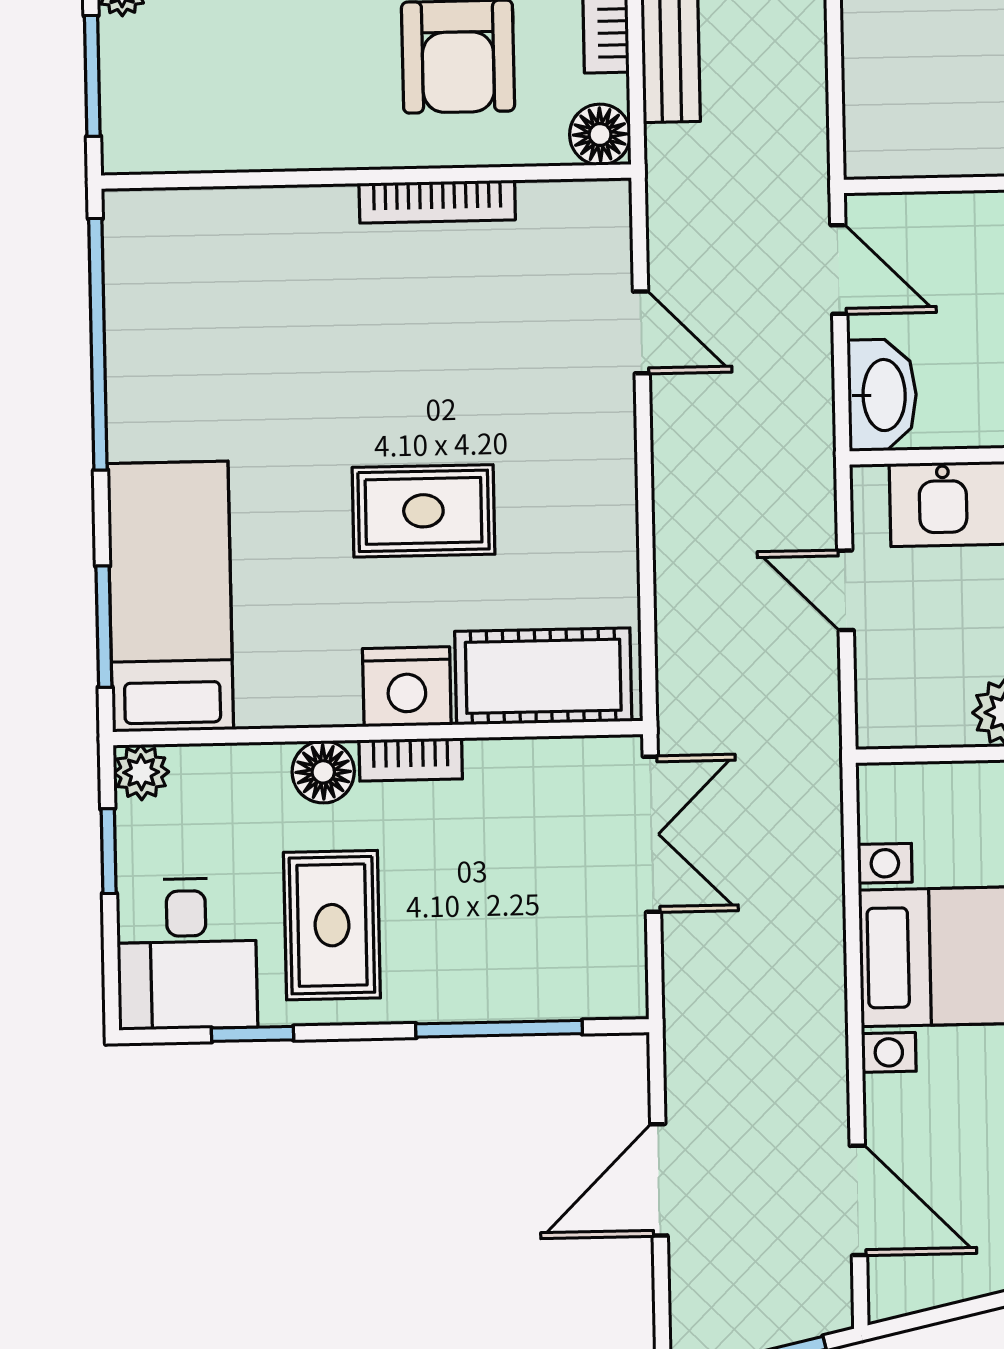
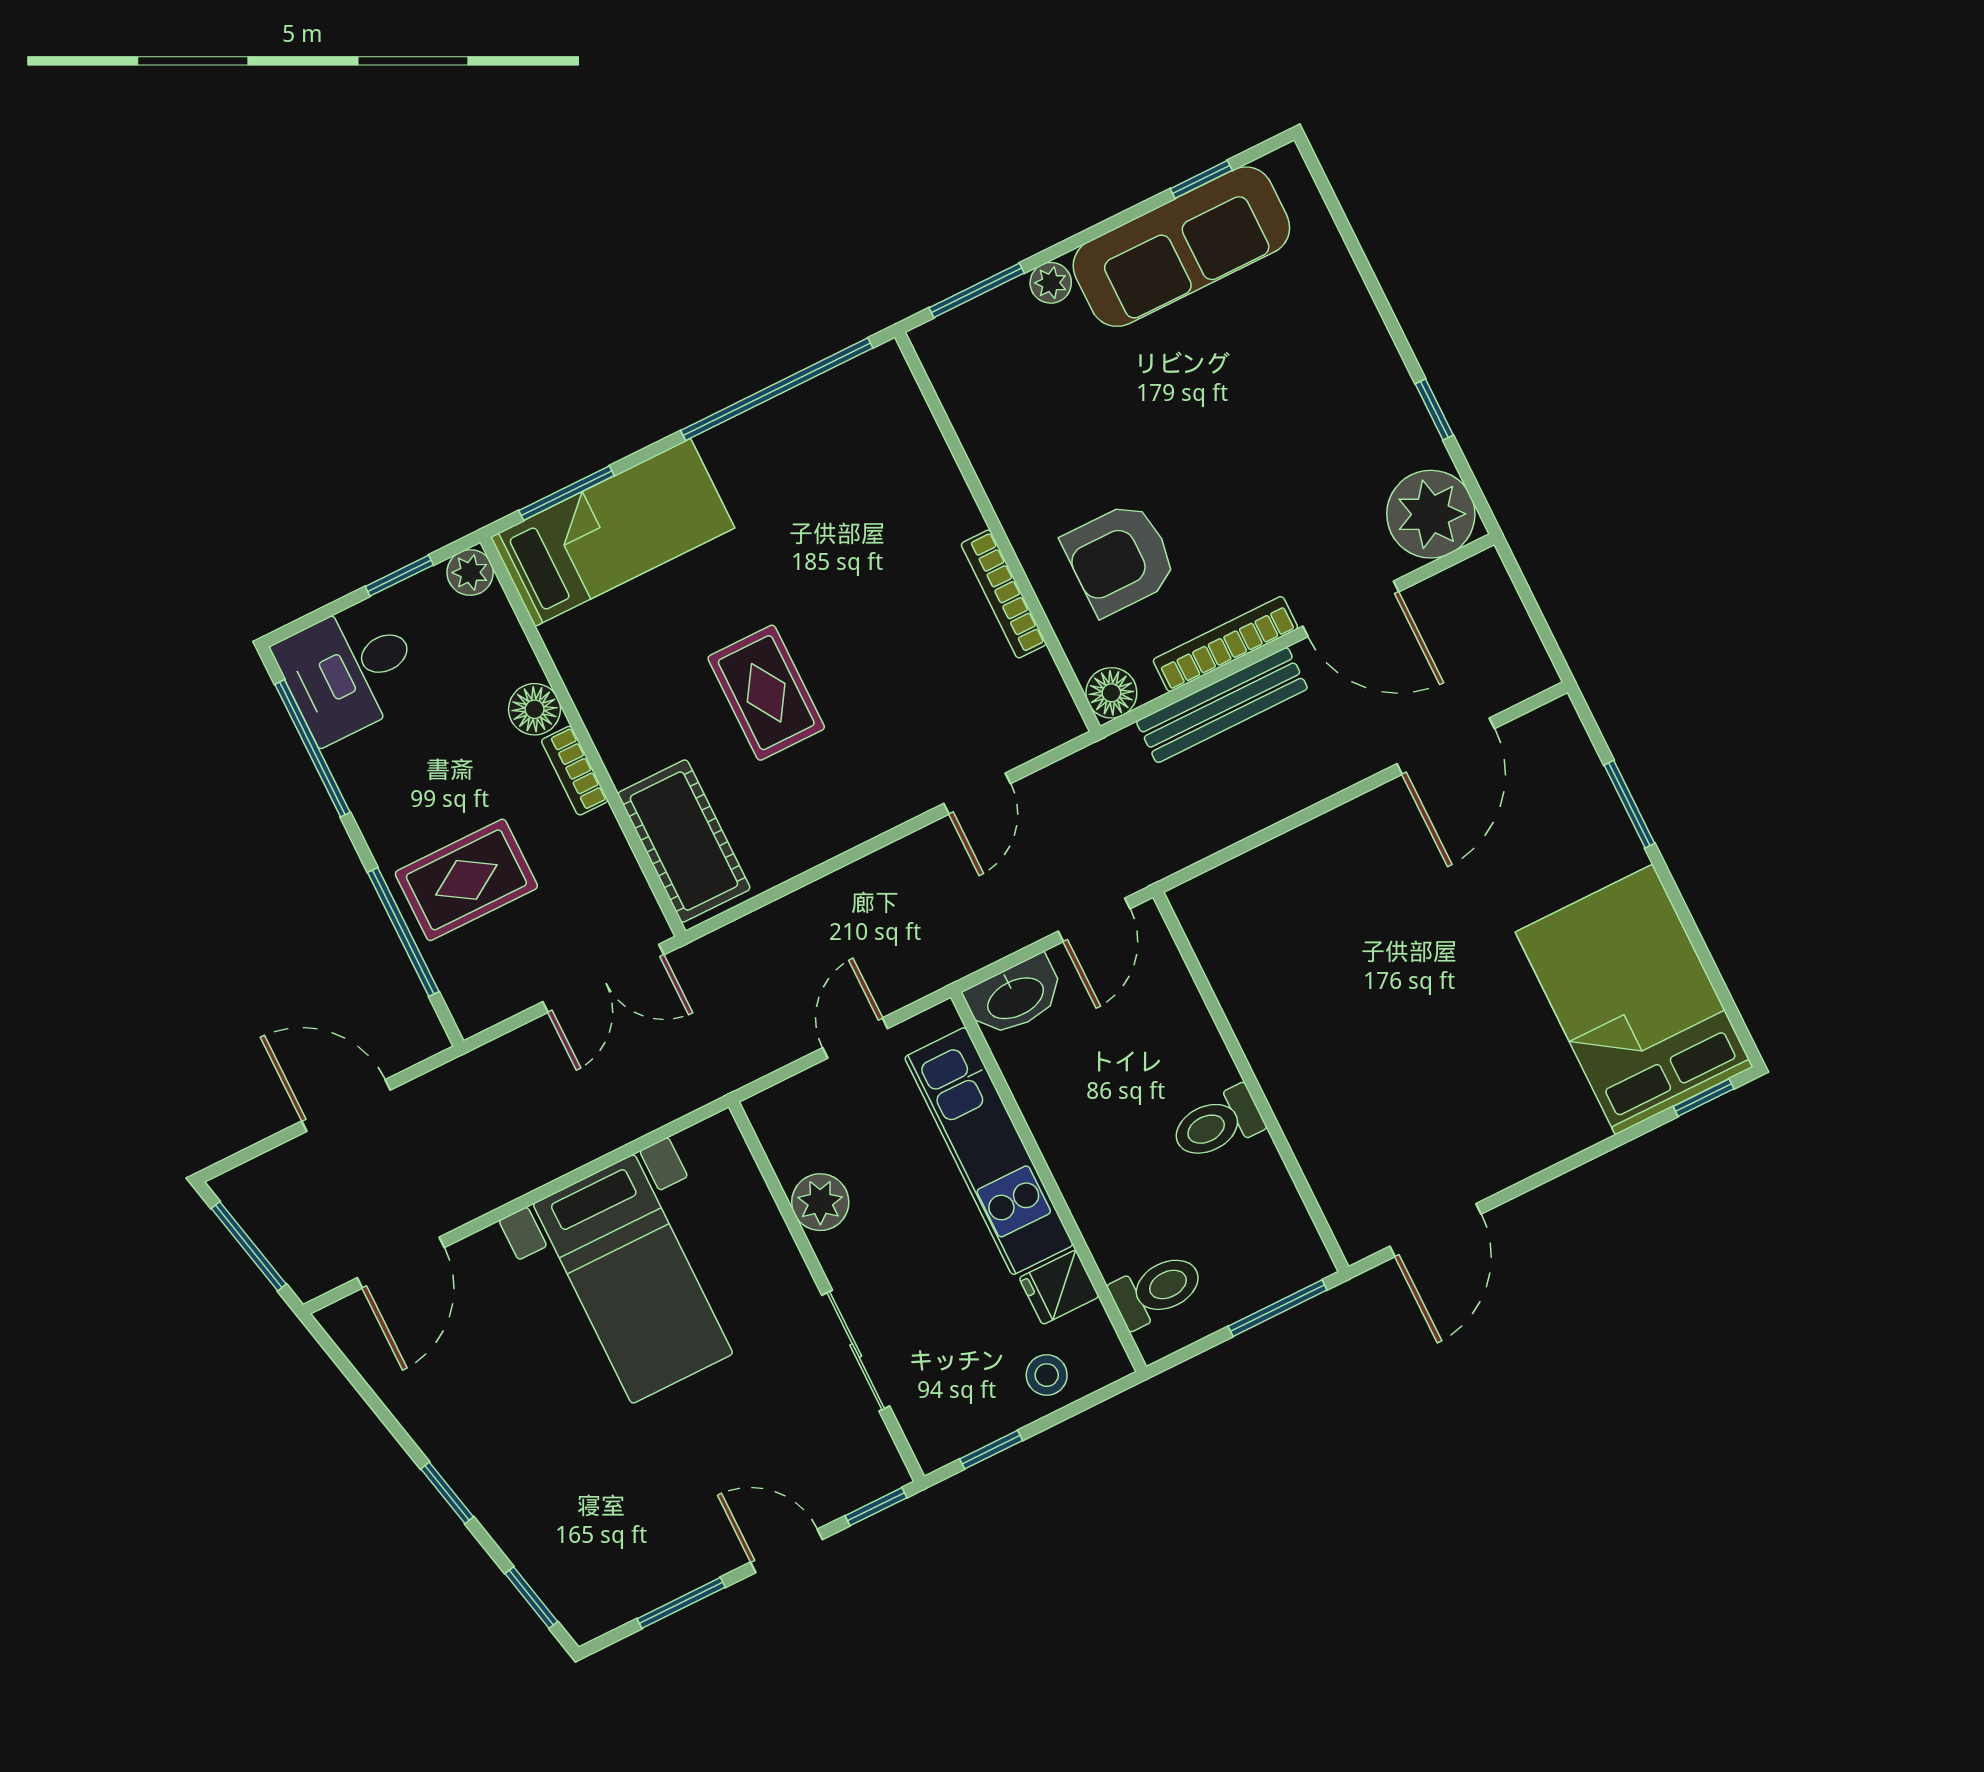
nightstand: (407, 687) -> (628, 742), removed
rug: (332, 925) -> (466, 880), moved
window: (252, 1034) -> (313, 748), width x2.17

